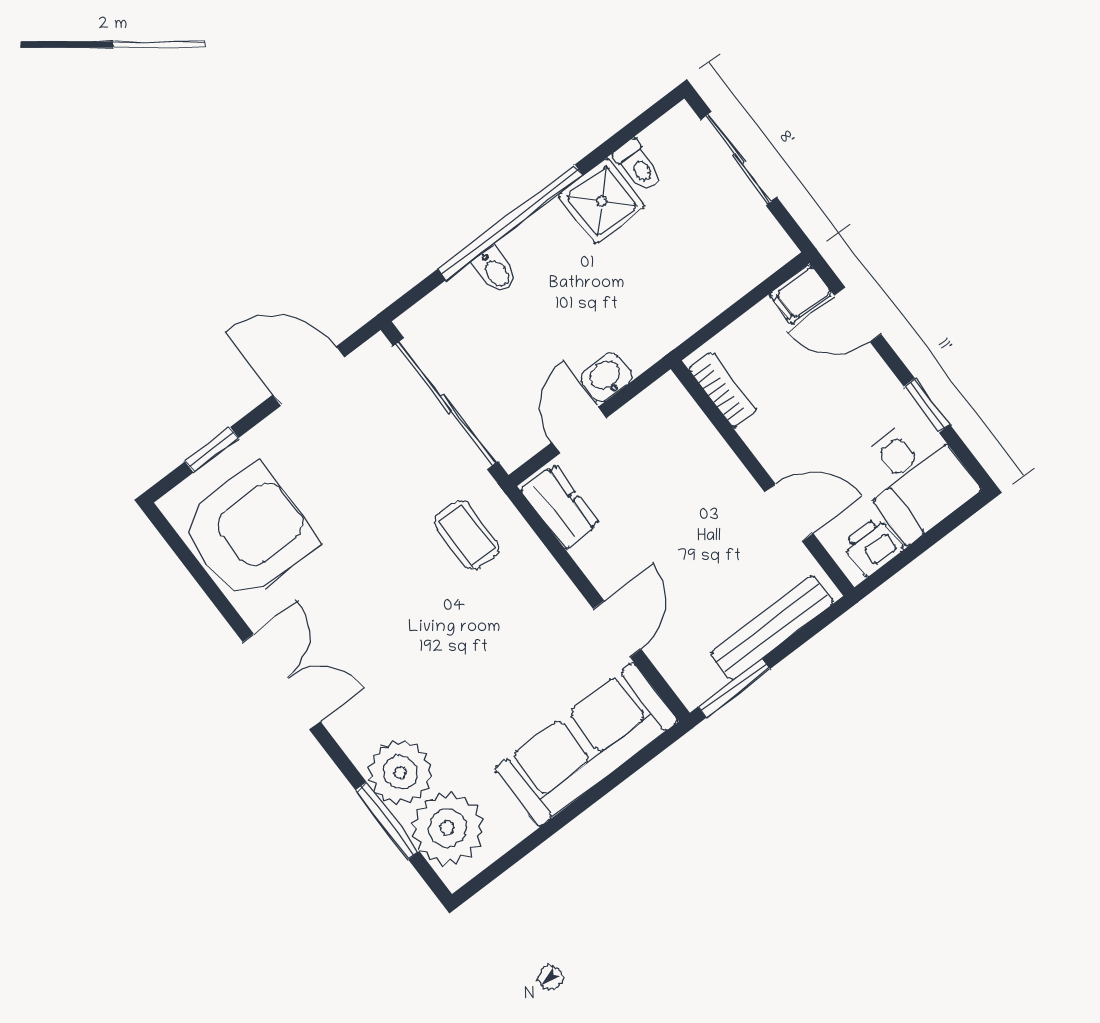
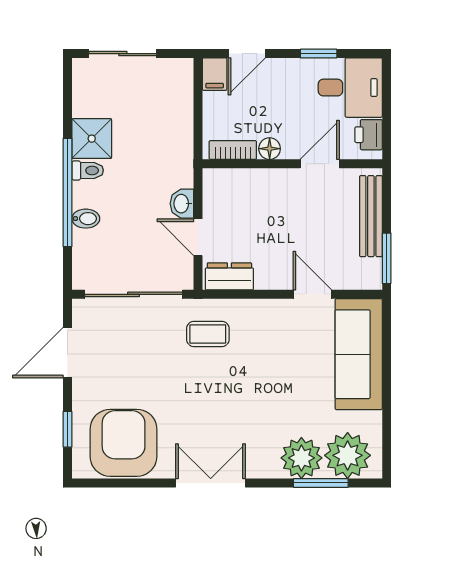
toilet: (638, 165) -> (88, 170), moved
floor lamp: (760, 435) -> (270, 149), added

